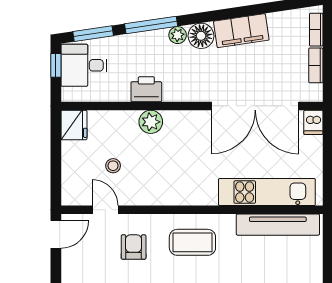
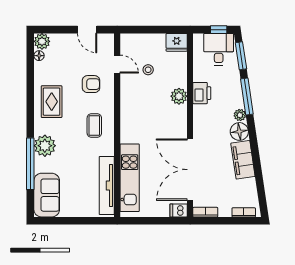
bookcase: (316, 65) -> (205, 212), moved
door: (105, 210) -> (117, 64), hinge flipped
door: (56, 234) -> (87, 30), moved
coffee table: (192, 242) -> (94, 126), width x0.73, depth x0.77

